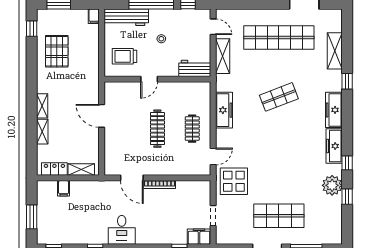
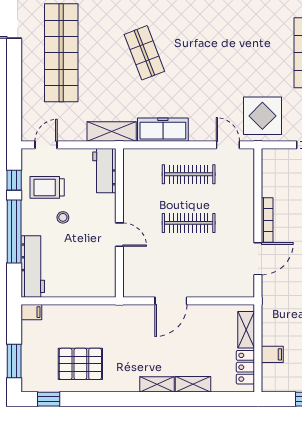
trolley: (124, 56) -> (47, 187), moved, turned 90
shelving: (223, 56) -> (112, 132), moved
clothes rail: (192, 129) -> (189, 174), width x1.36

